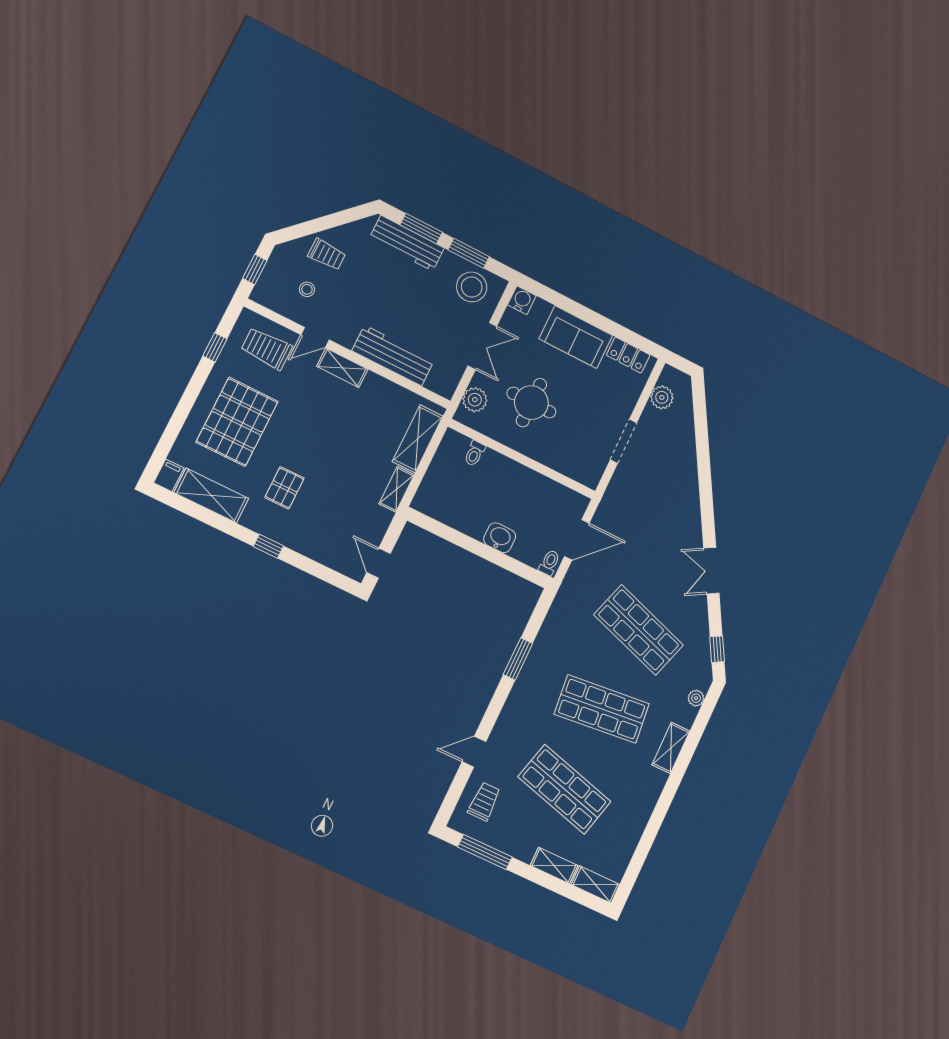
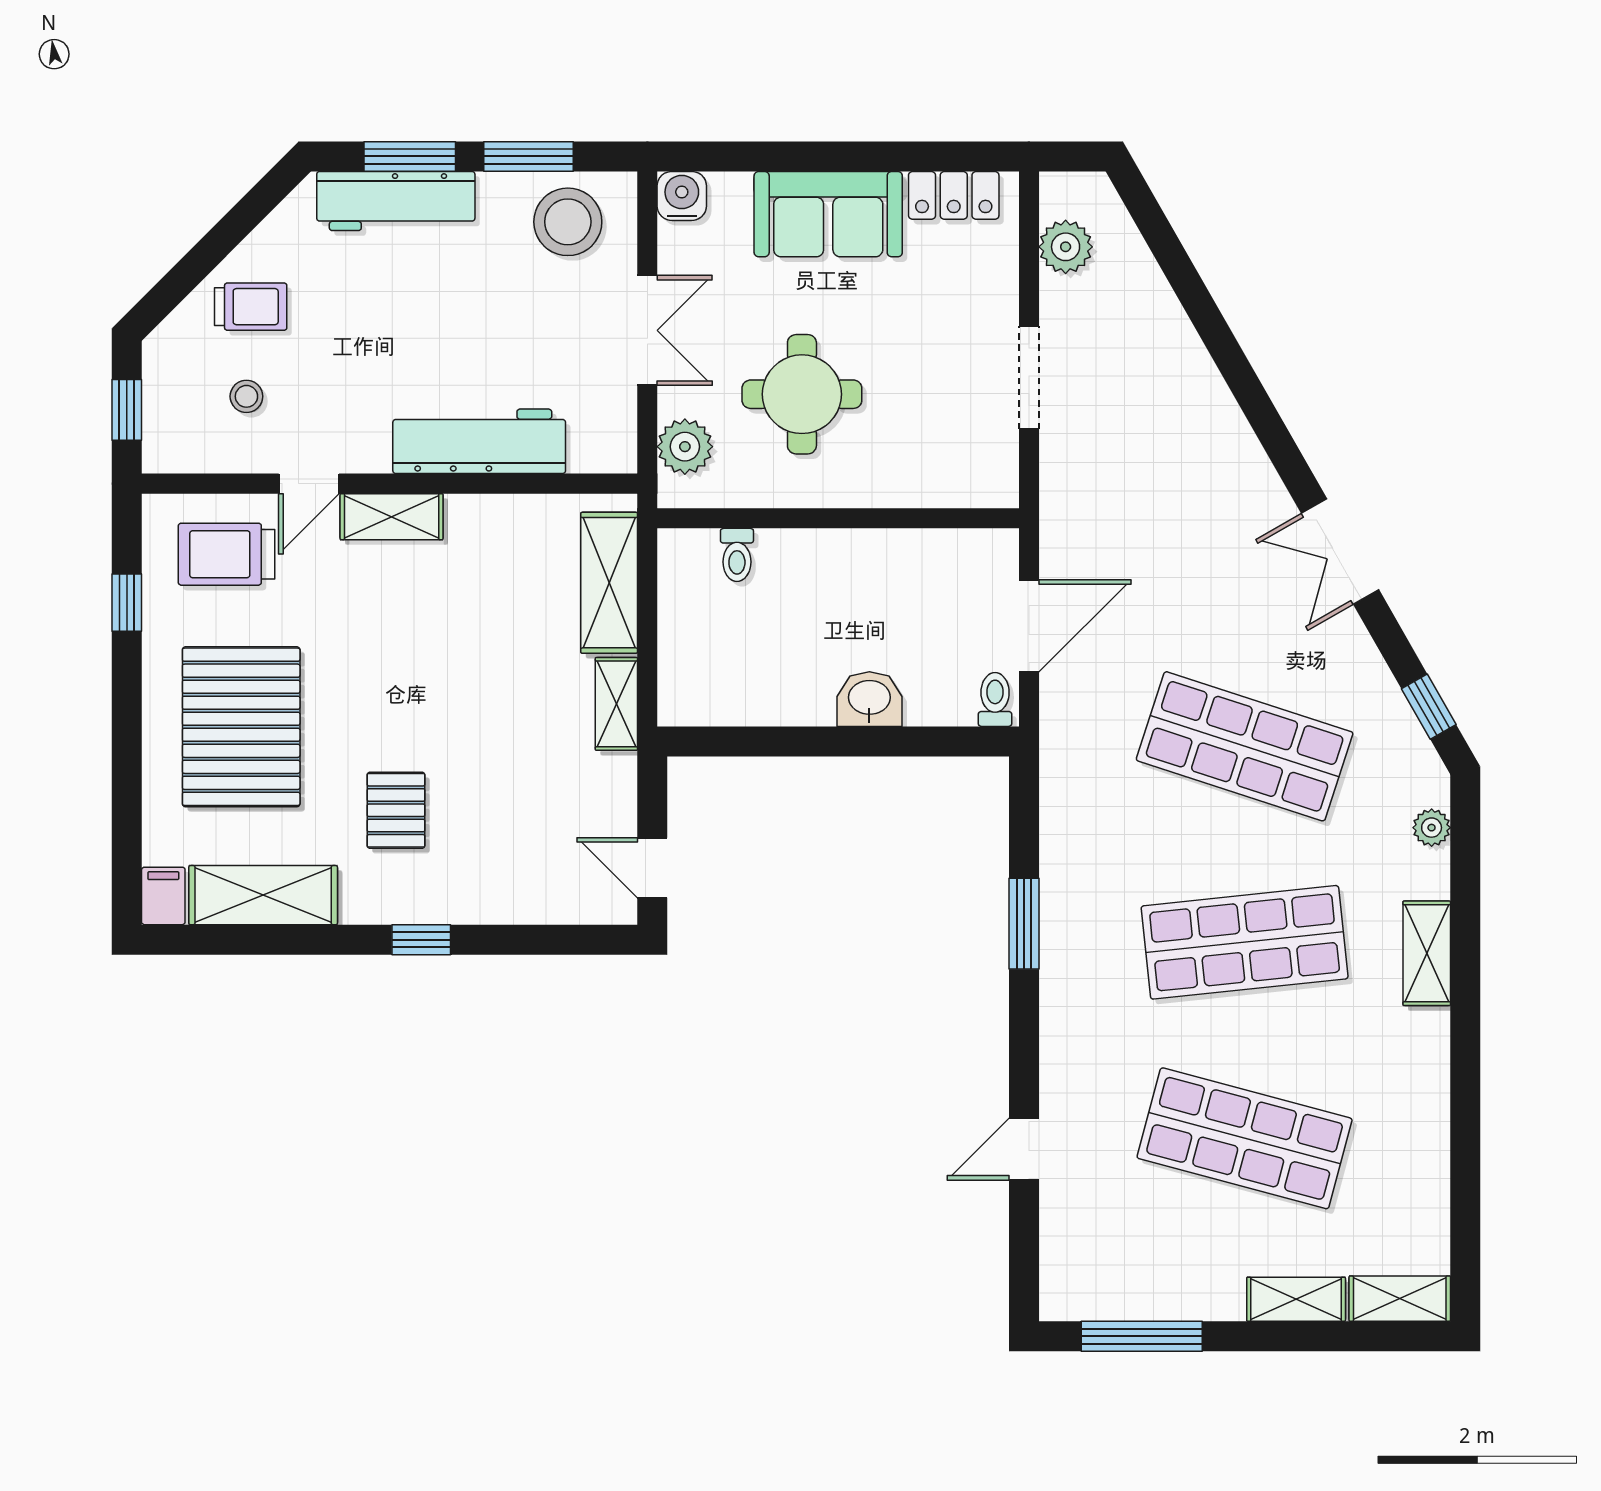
trolley: (484, 802) -> (1092, 1238), removed

